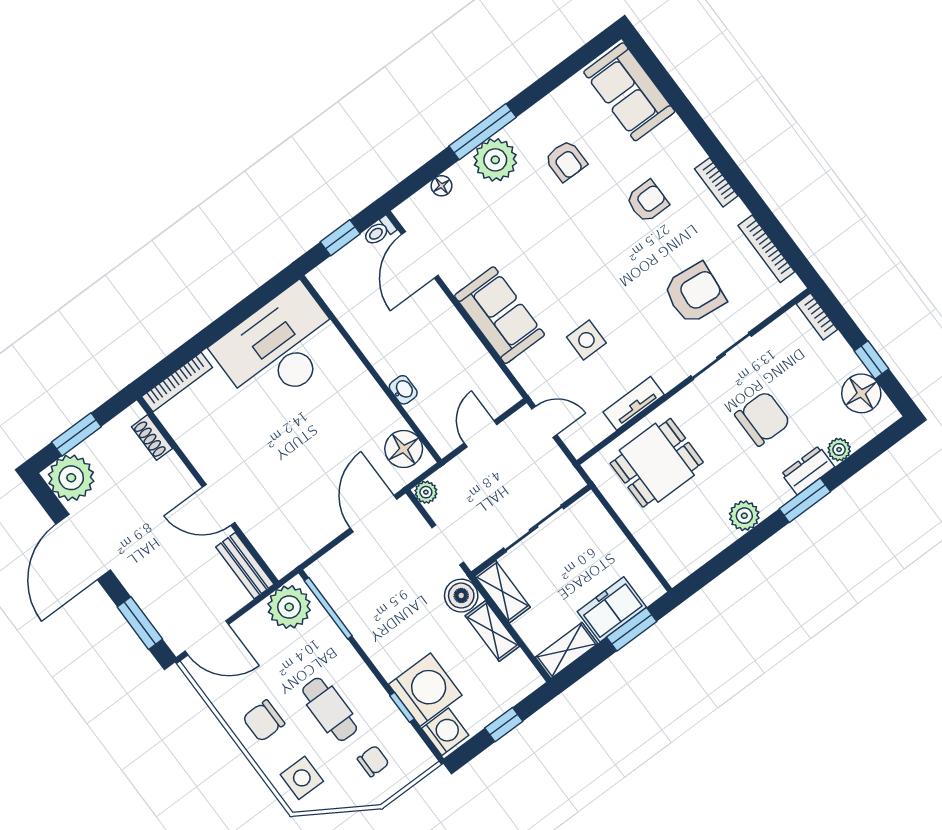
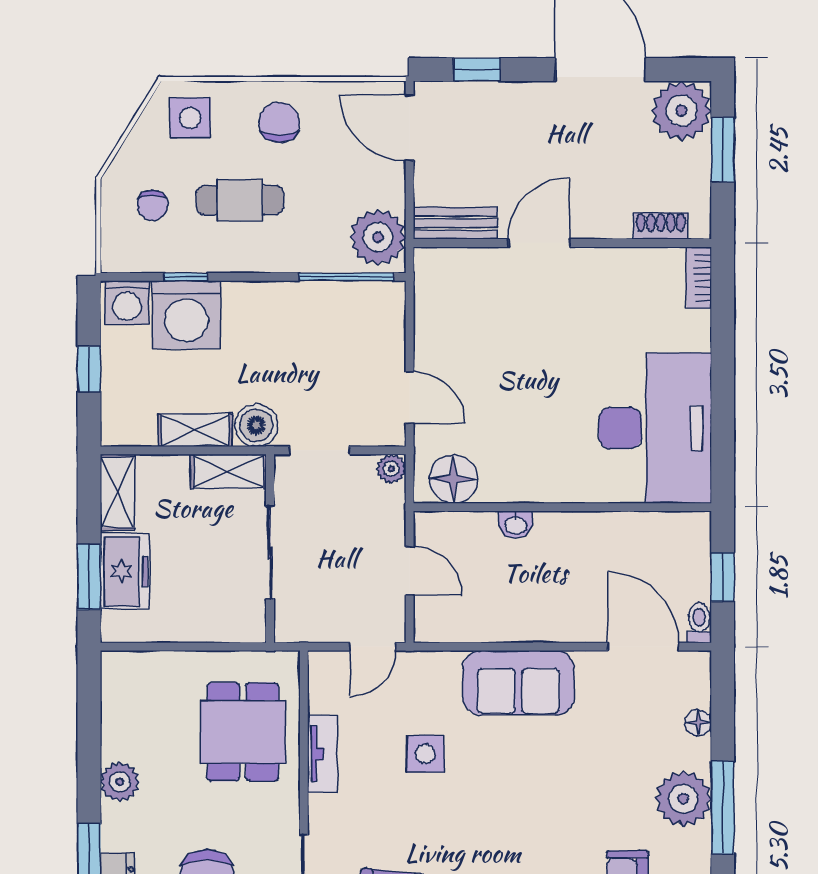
bookcase: (177, 382) -> (699, 278), width x0.64
door: (373, 514) -> (410, 397), width x0.73
window: (140, 623) -> (477, 69), width x0.67
door: (207, 638) -> (410, 128), hinge flipped

